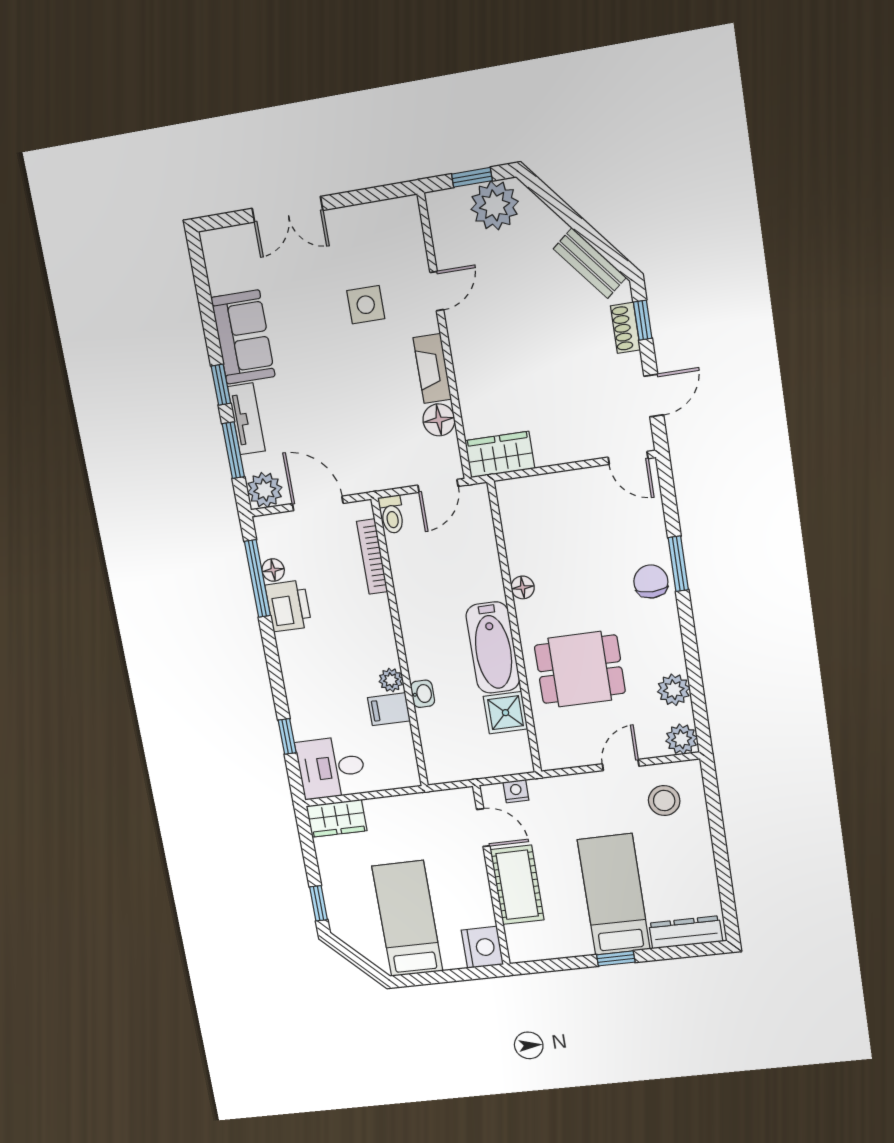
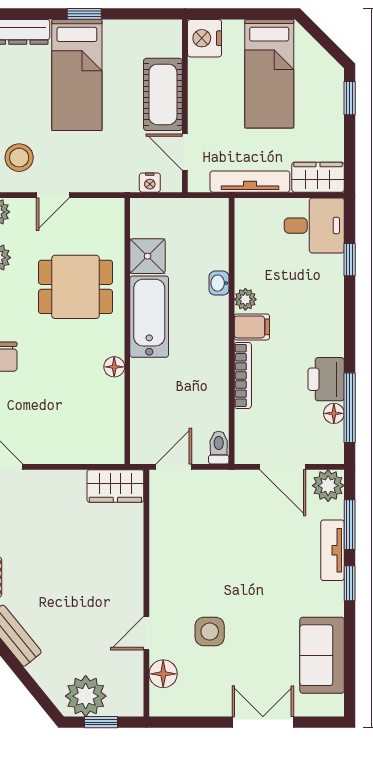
sofa: (243, 337) -> (322, 655), moved
fireplace: (432, 368) -> (161, 569), removed
floor lamp: (439, 420) -> (163, 674), moved
bookcase: (372, 557) -> (243, 375), moved
filing cabinet: (389, 709) -> (252, 327), moved
tv unit: (408, 805) -> (250, 182), added

